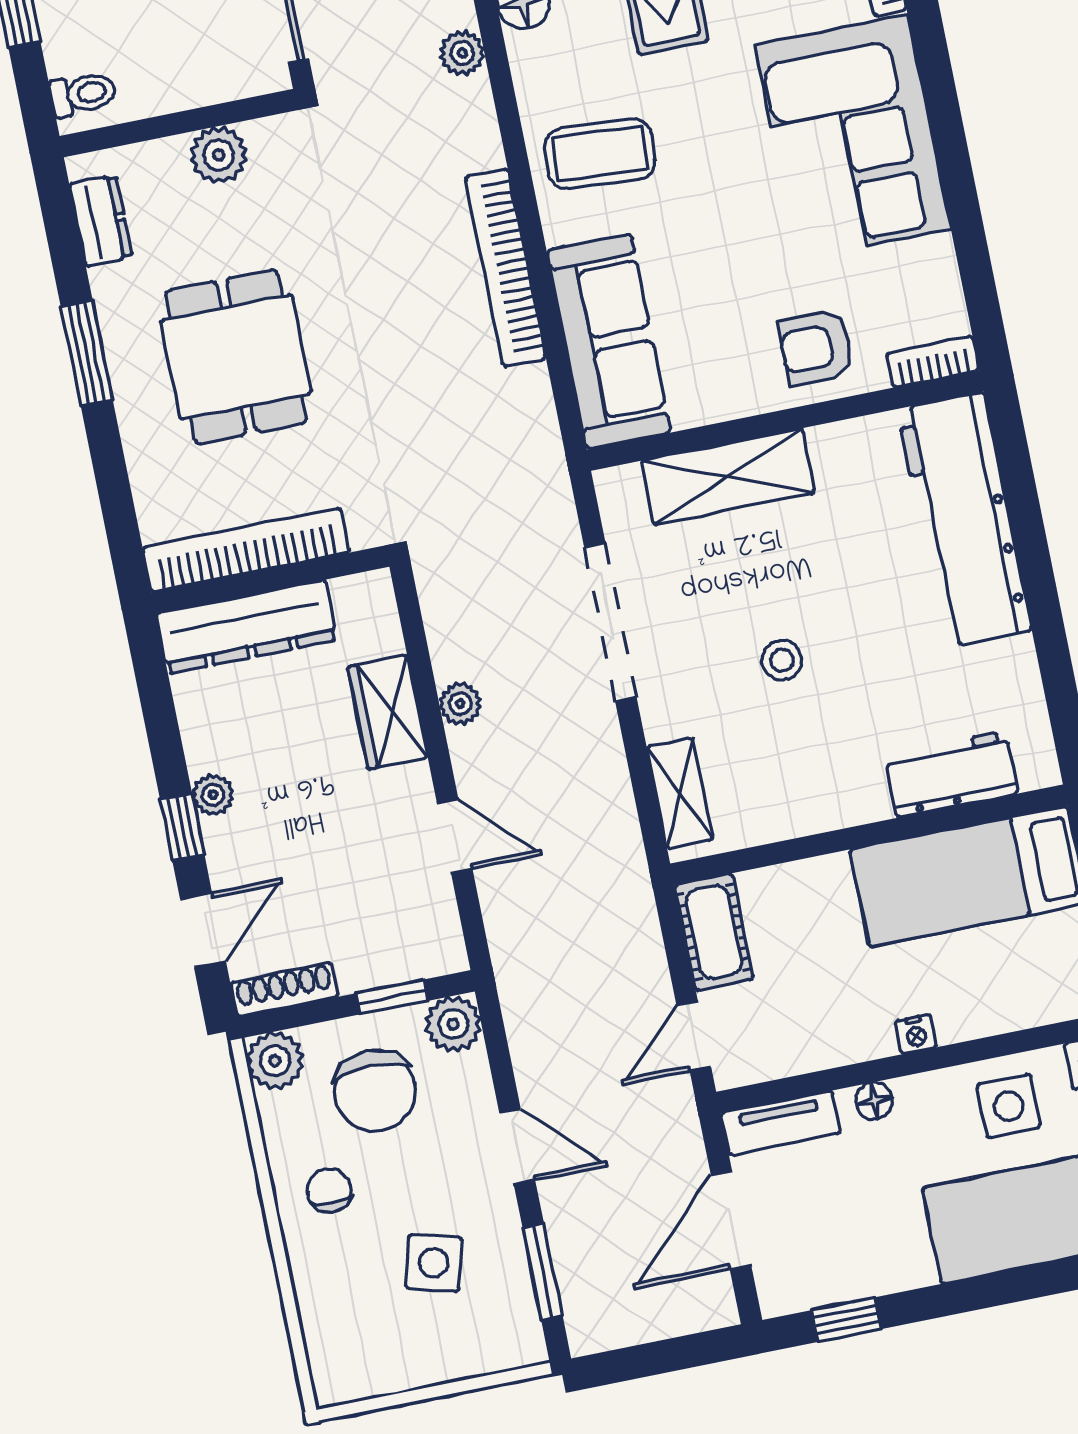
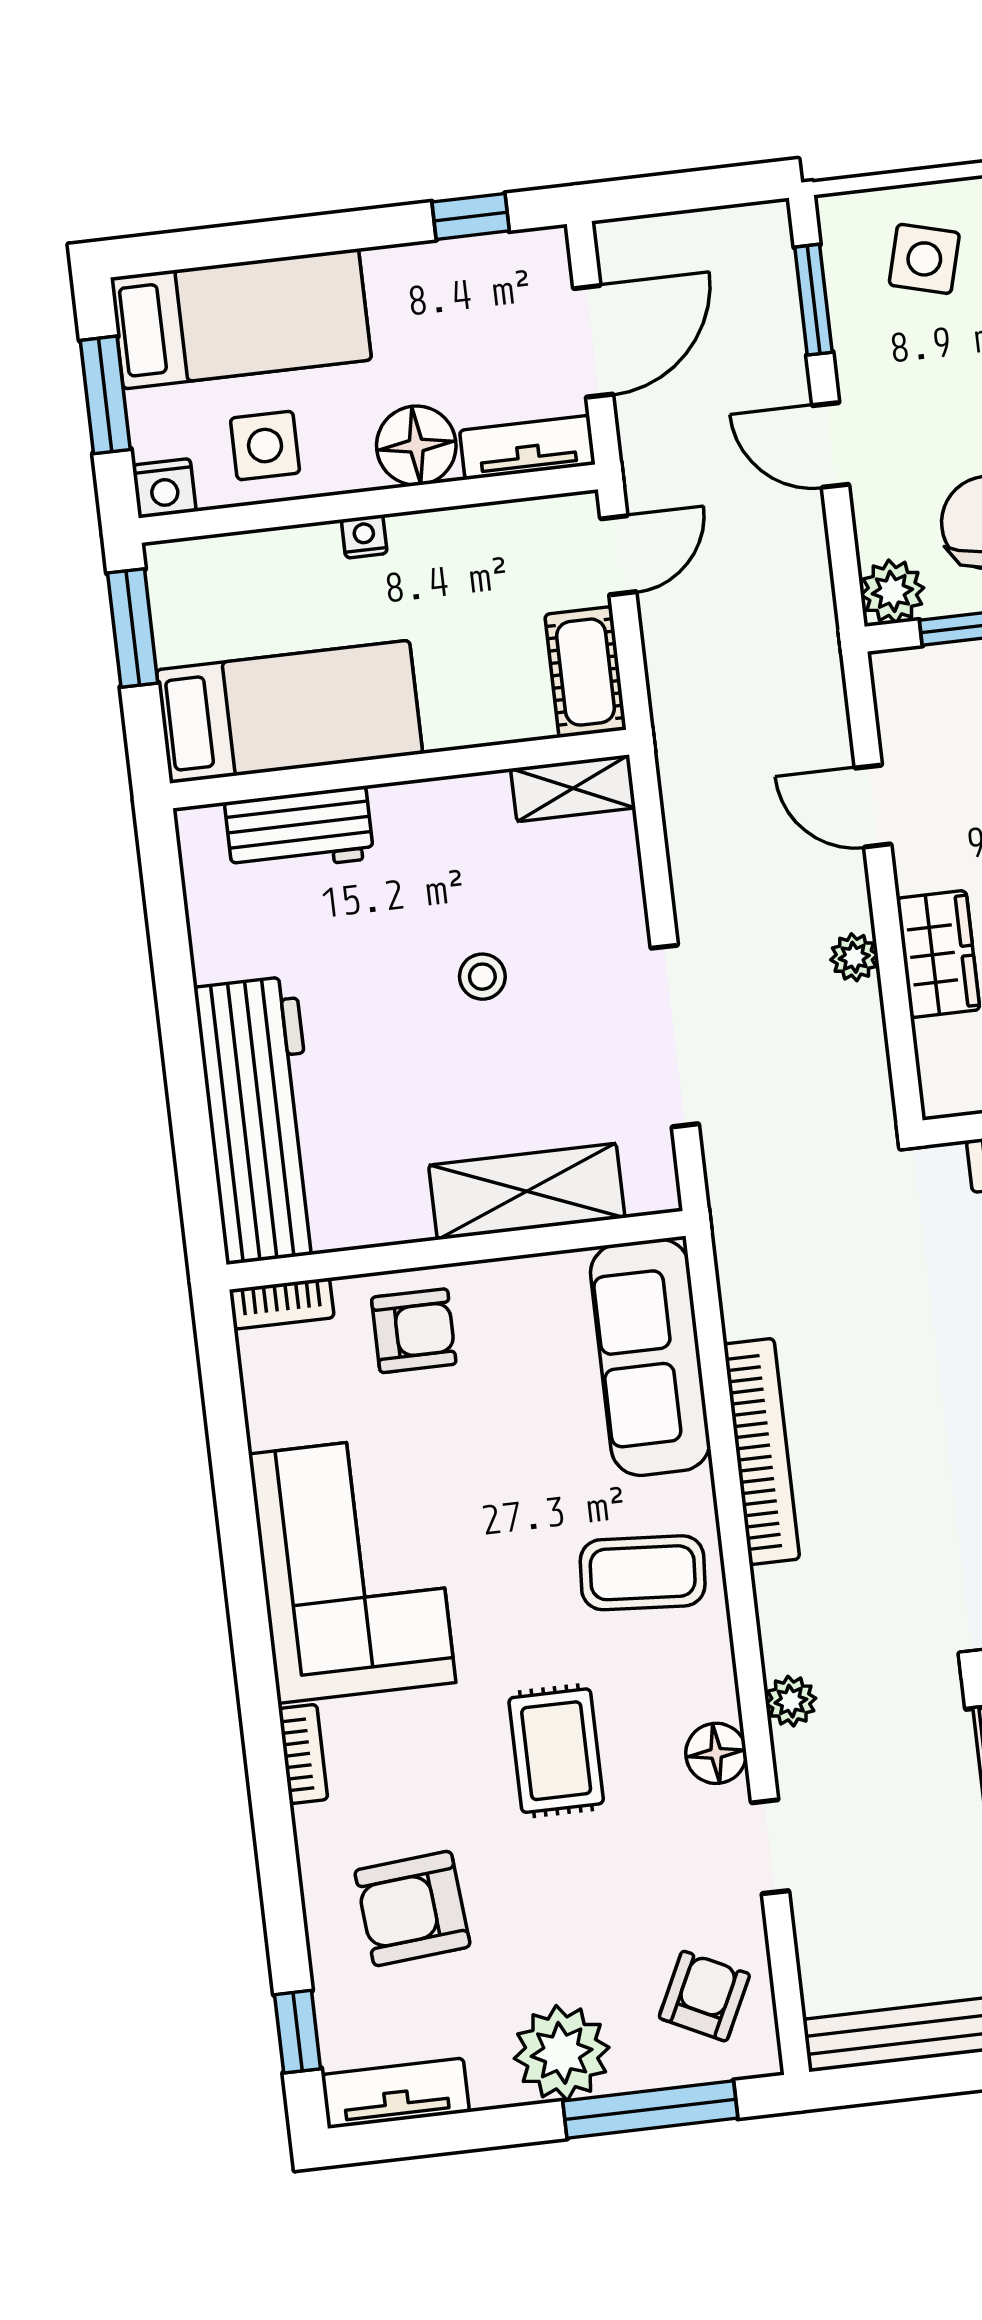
shelving: (680, 793) -> (573, 788), moved, turned 90
floor lamp: (874, 1101) -> (416, 446), width x1.89, depth x1.89
side table: (434, 1263) -> (924, 259), moved

